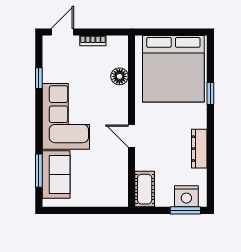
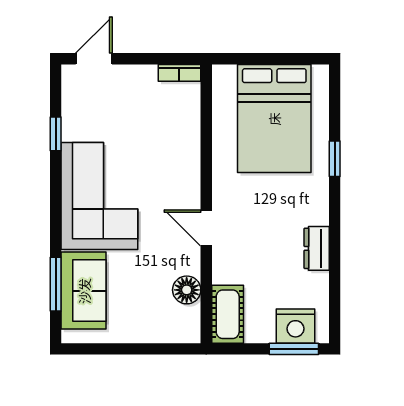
bookcase: (93, 41) -> (179, 73), moved
bed: (173, 69) -> (274, 119), width x0.73
floor lamp: (119, 76) -> (187, 290), moved
dresser: (199, 149) -> (317, 248), width x0.70

